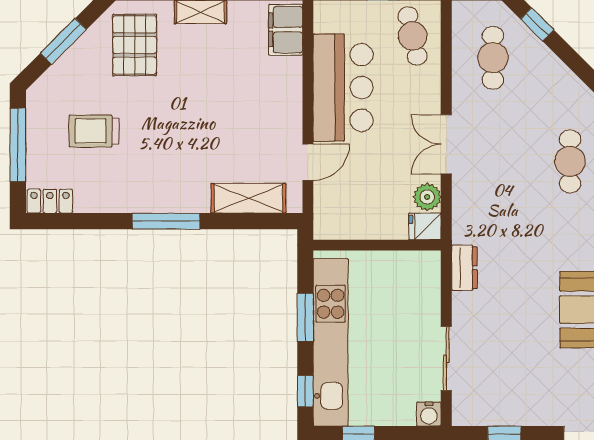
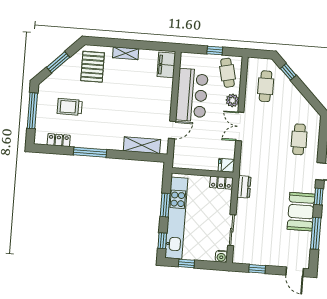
plant: (427, 197) -> (232, 100), moved
locker: (50, 201) -> (59, 140), moved
window: (166, 221) -> (90, 152), moved
locker: (417, 263) -> (221, 183), added

